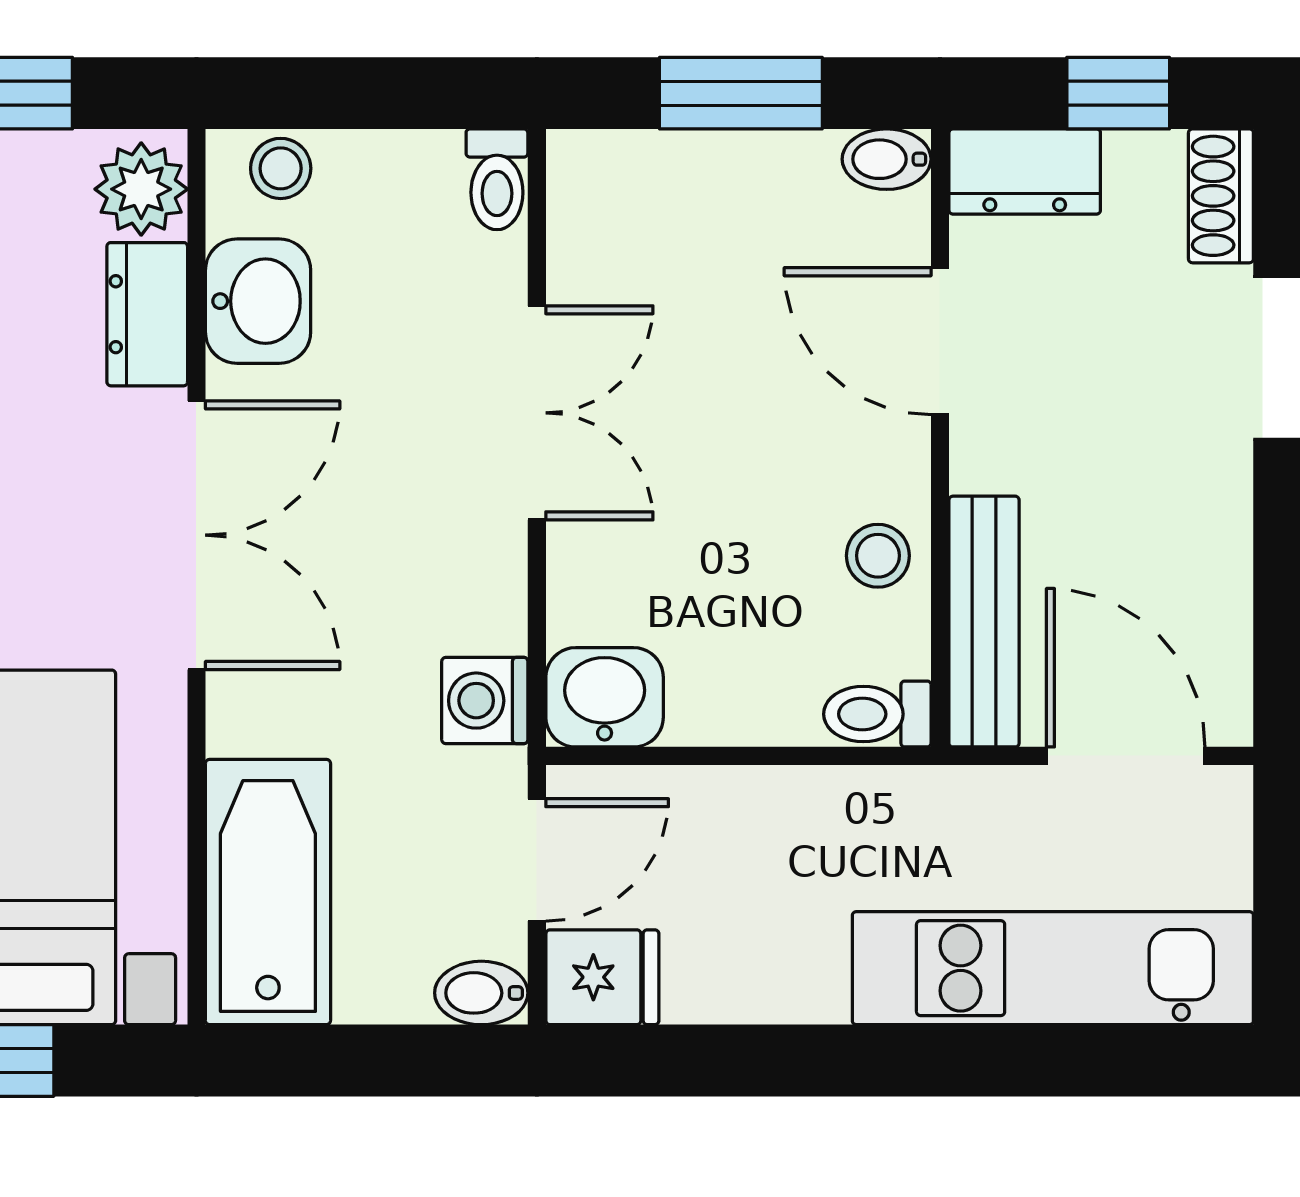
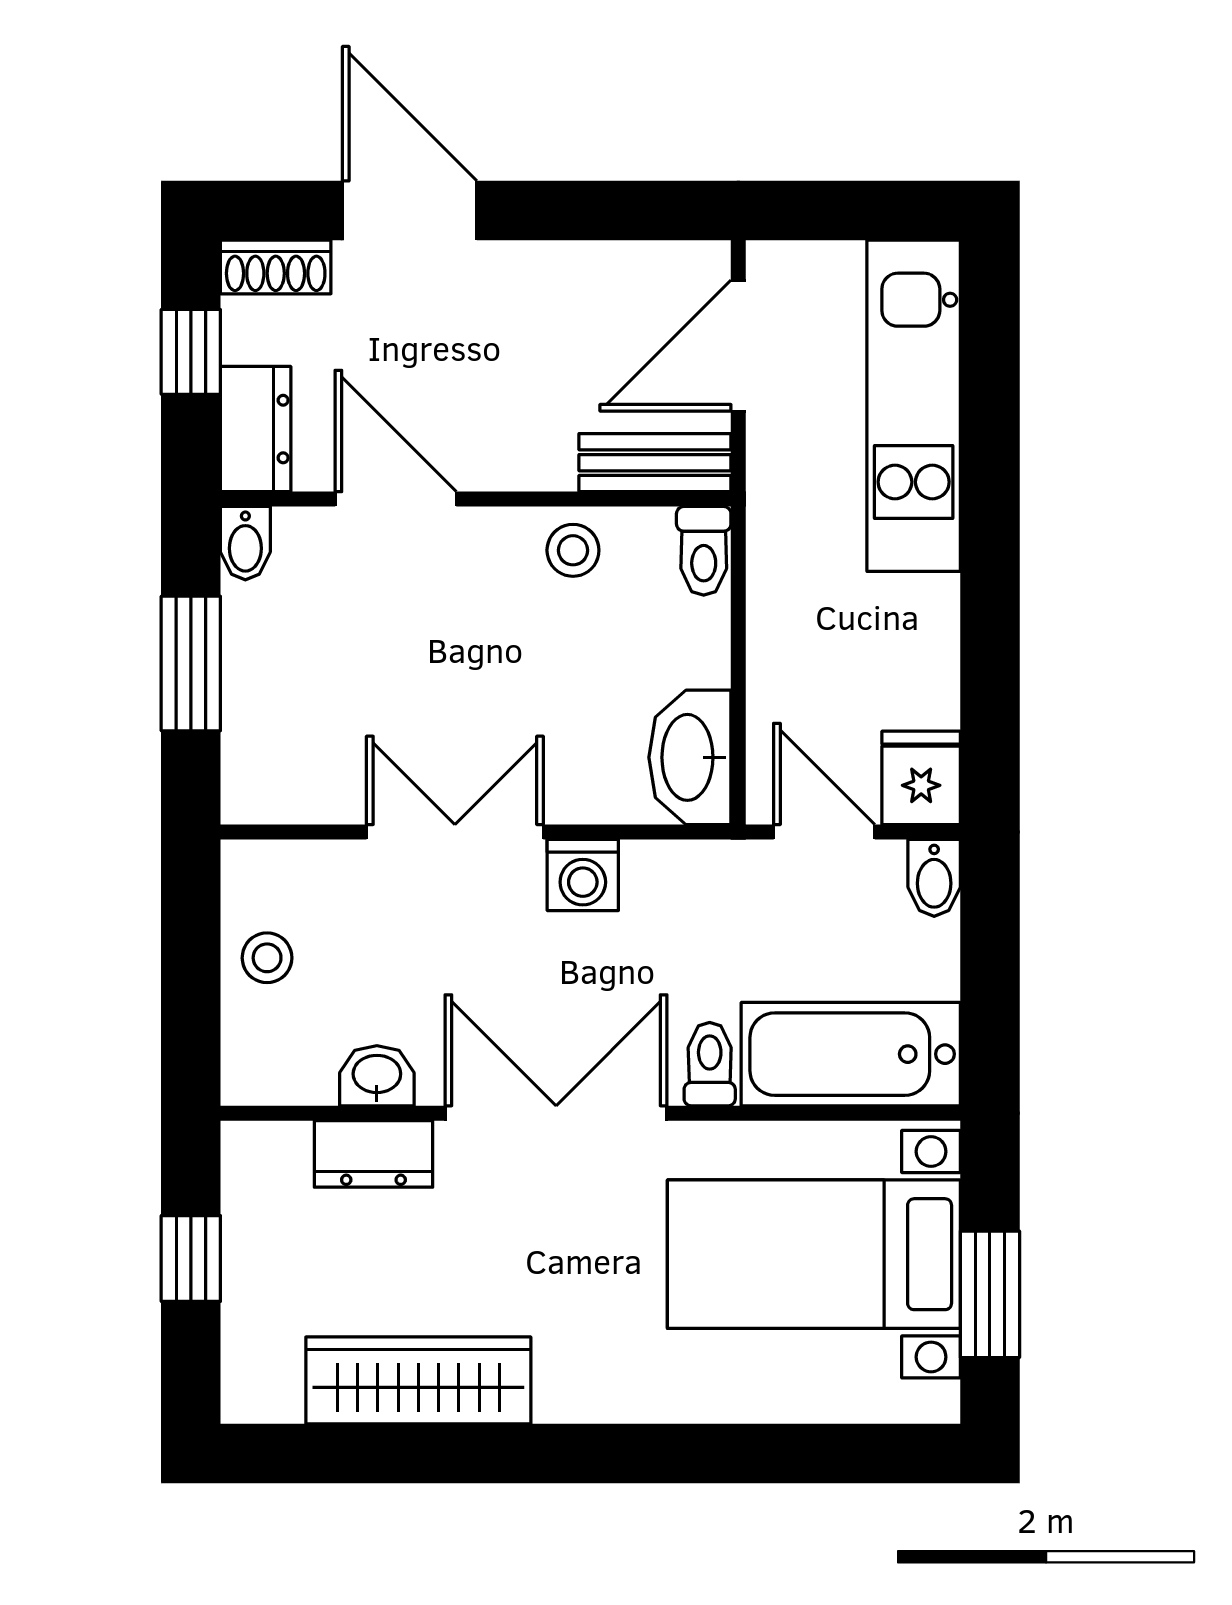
stool: (281, 168) -> (267, 958), moved
toilet: (497, 179) -> (710, 1064), moved, turned -90
plant: (141, 189) -> (270, 1159), removed
washbasin: (258, 301) -> (377, 1076), width x0.72, depth x0.69
door: (940, 341) -> (396, 499), swing flipped
bench: (984, 622) -> (655, 463), width x0.73
washbasin: (605, 697) -> (690, 757), width x1.38
washing machine: (485, 701) -> (583, 875), moved

